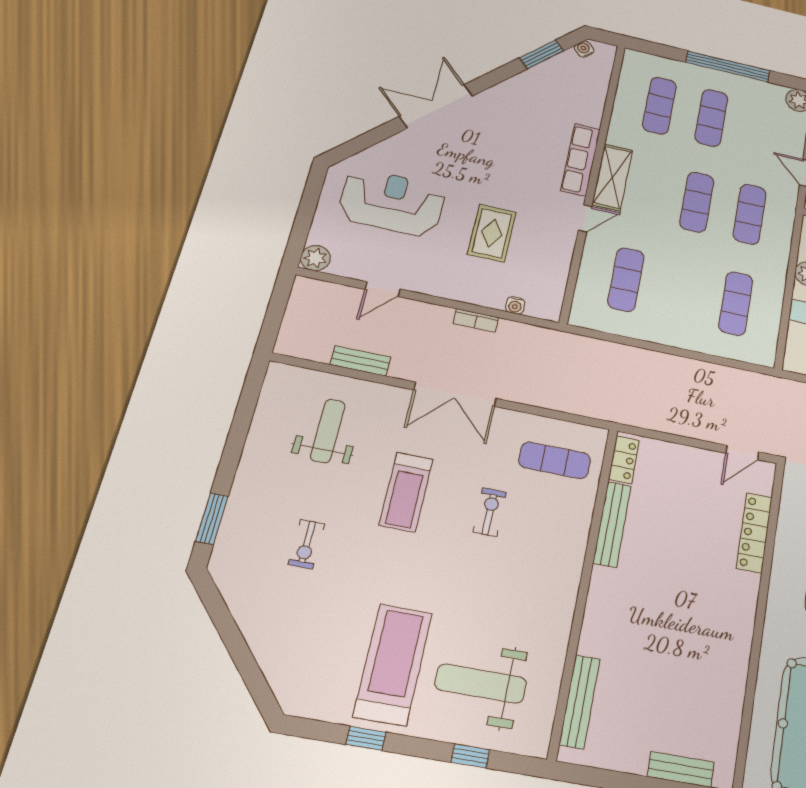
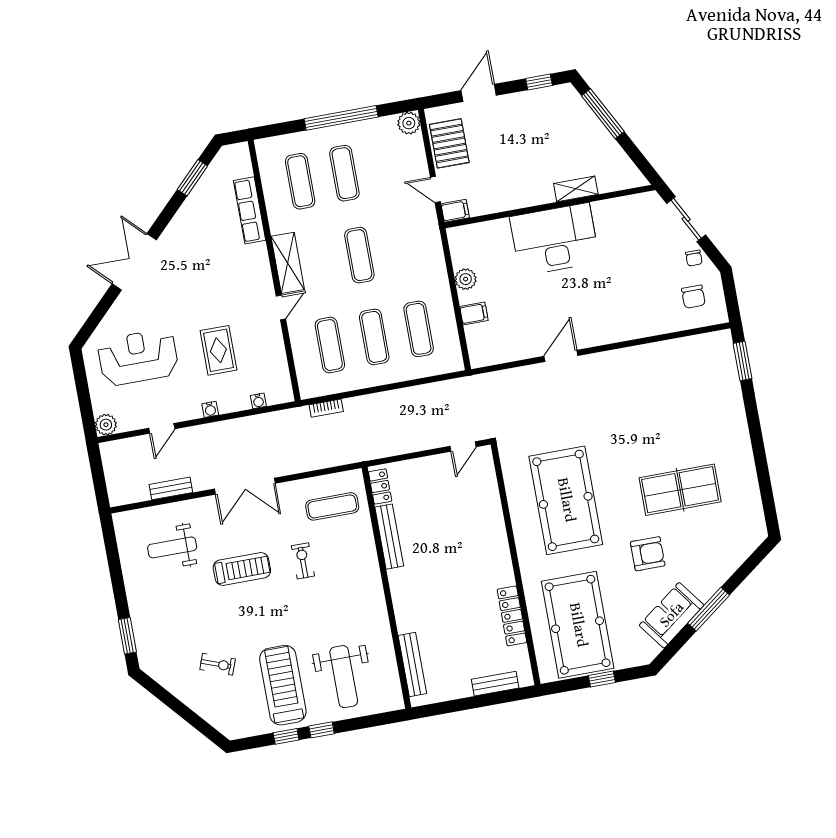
water cooler: (584, 49) -> (210, 409), moved, turned -135
row of seats: (581, 160) -> (250, 210), moved
exercise mat: (750, 214) -> (374, 337), moved
bookcase: (476, 320) -> (326, 408), moved
weight bench: (328, 431) -> (172, 547), turned -90
treadmill: (406, 492) -> (242, 569), turned -90
locker: (754, 533) -> (512, 616), moved
exercise bike: (307, 544) -> (218, 664), moved, turned -70
weight bench: (481, 684) -> (344, 677), turned -90
window: (470, 756) -> (322, 730), moved

